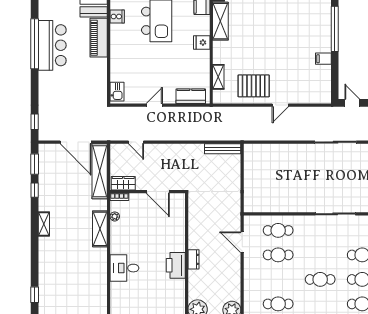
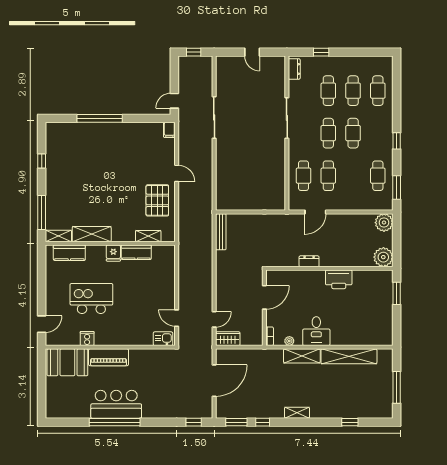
filing cabinet: (323, 59) -> (169, 130), moved
kitchen counter: (191, 96) -> (136, 252), moved, turned -90
door: (154, 105) -> (177, 318), moved
shelving: (100, 171) -> (349, 356), moved
wardrobe: (123, 183) -> (228, 339), moved, turned 90
cafe table: (320, 255) -> (328, 133), added
dresser: (193, 259) -> (309, 261), moved
desk: (124, 268) -> (316, 331), moved
window: (35, 295) -> (350, 422), moved

